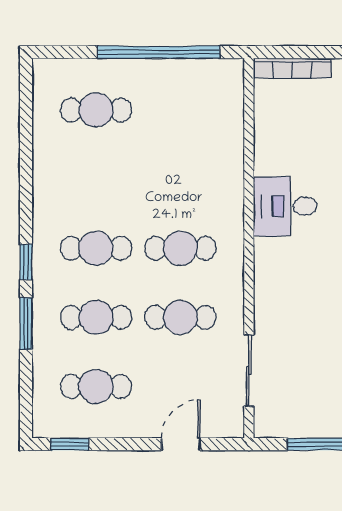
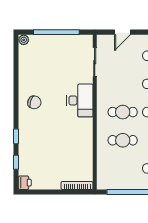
desk: (285, 206) -> (80, 100), moved, width x1.37
cafe table: (180, 317) -> (123, 140), moved

